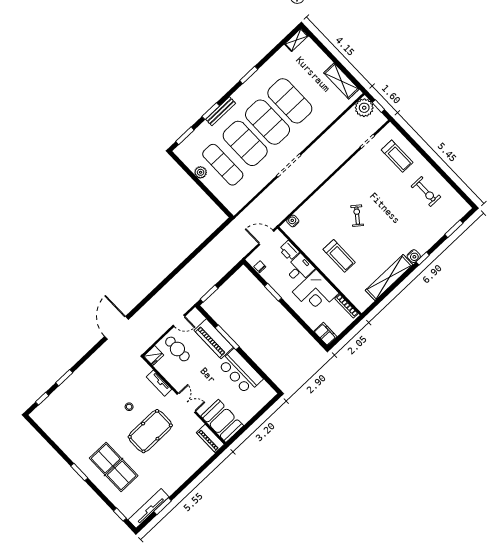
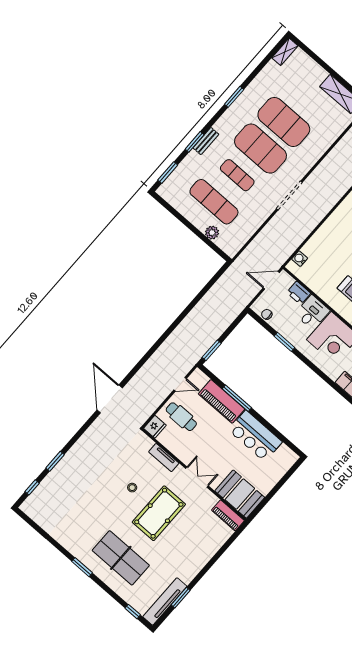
bench: (221, 111) -> (206, 141), width x0.73
exercise mat: (245, 143) -> (237, 175), width x0.50, depth x0.69
plant: (201, 172) -> (212, 233), moved

